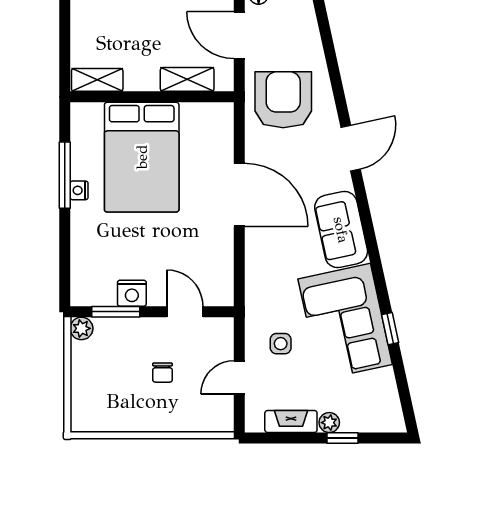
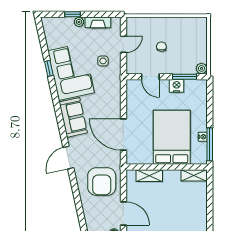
shelving: (187, 79) -> (149, 176), moved
shelving: (97, 80) -> (194, 175), moved
wall: (152, 97) -> (167, 167), moved
bed: (142, 157) -> (172, 137), moved

